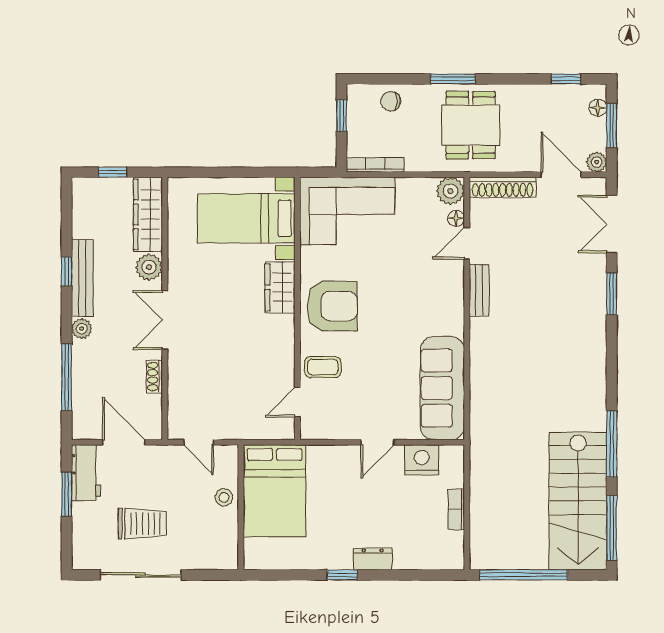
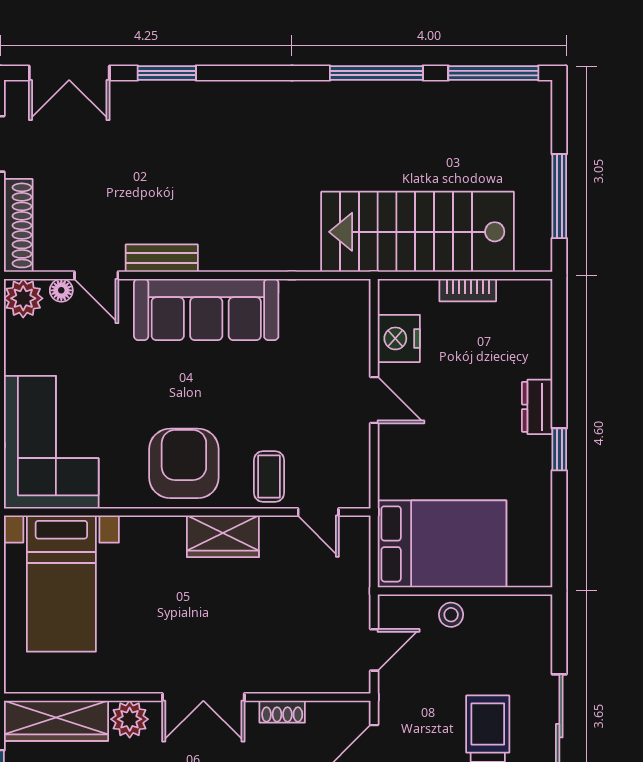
wardrobe: (280, 287) -> (223, 536), moved
sofa: (442, 388) -> (206, 310), moved
stairs: (578, 501) -> (418, 232), moved, turned 180
window: (524, 575) -> (559, 196), width x0.68

